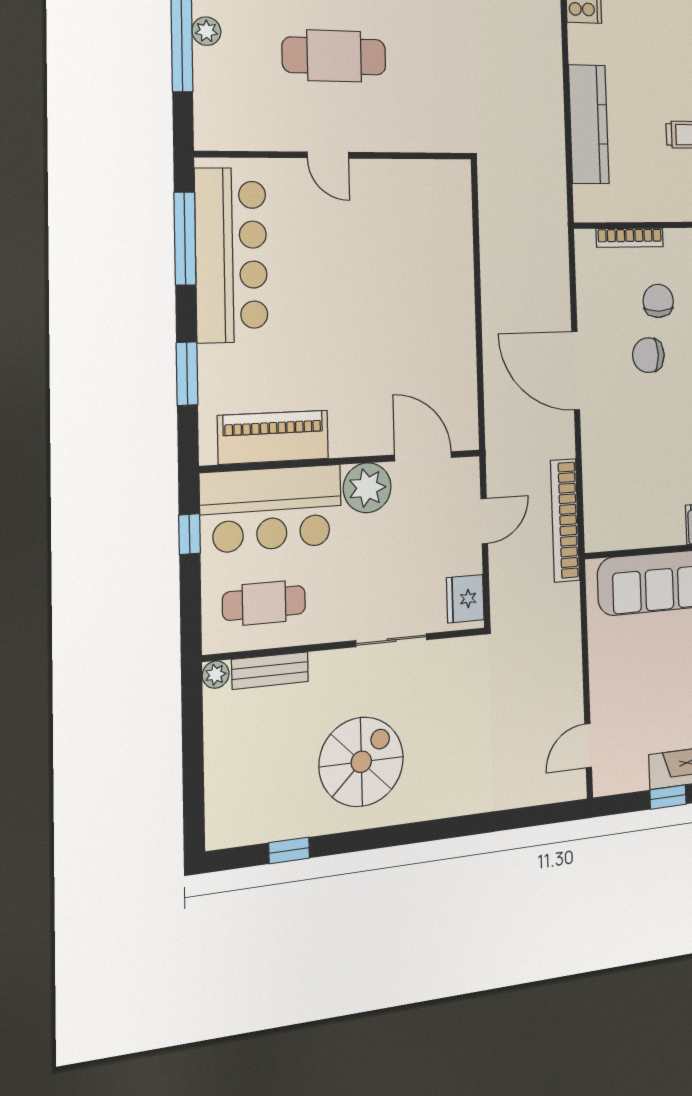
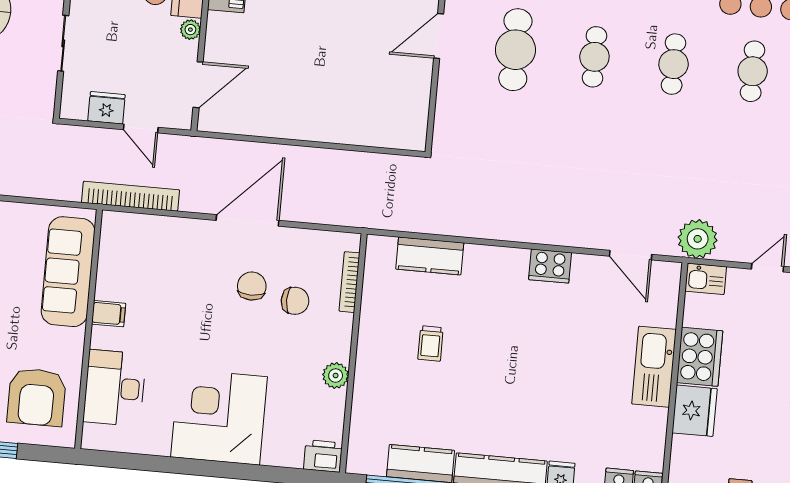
kitchen counter: (589, 124) -> (430, 256), width x0.67
door: (328, 155) -> (439, 36), width x1.38
plant: (367, 488) -> (190, 30), width x0.53, depth x0.53
fridge: (465, 599) -> (106, 108), moved

